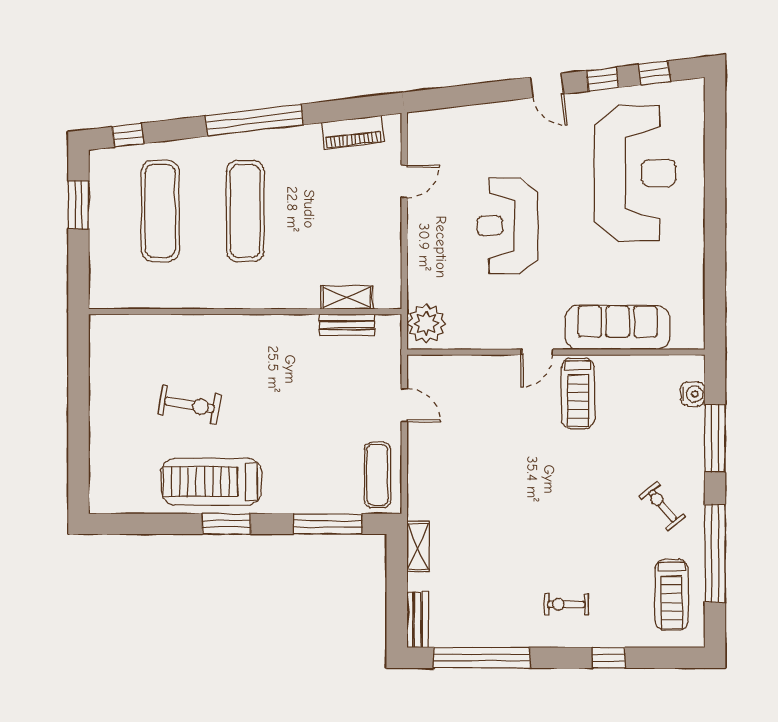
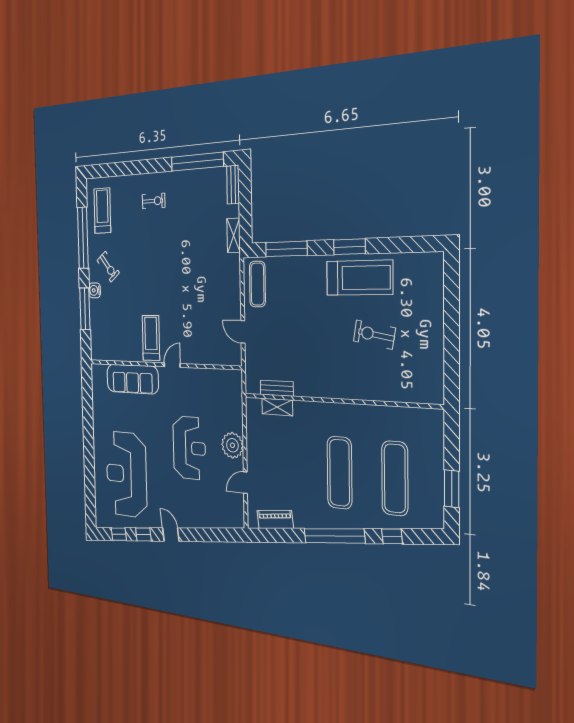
window: (128, 135) -> (392, 536), moved
plant: (426, 323) -> (232, 445), moved
water cooler: (693, 394) -> (95, 290), moved
window: (609, 658) -> (132, 168), removed

